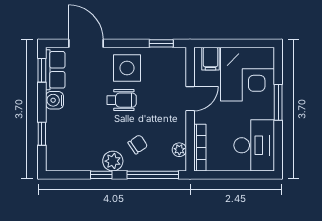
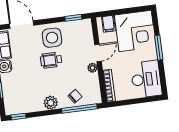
wheelchair: (122, 100) -> (51, 60), turned 180
chair: (138, 144) -> (75, 96), moved
plant: (179, 150) -> (92, 68), moved
window: (101, 175) -> (19, 117), moved

